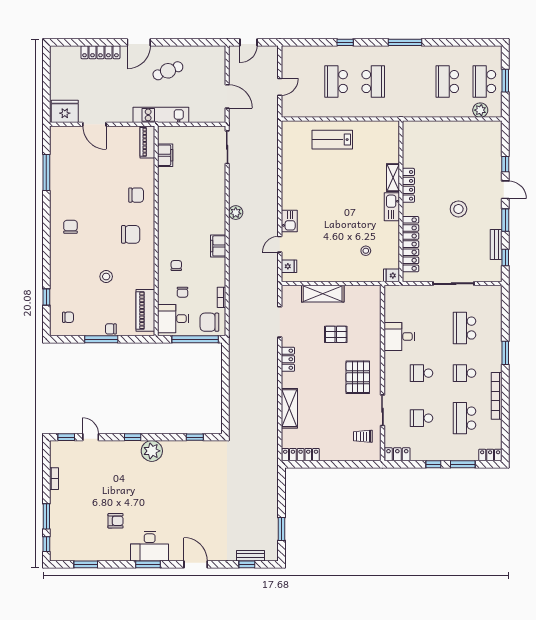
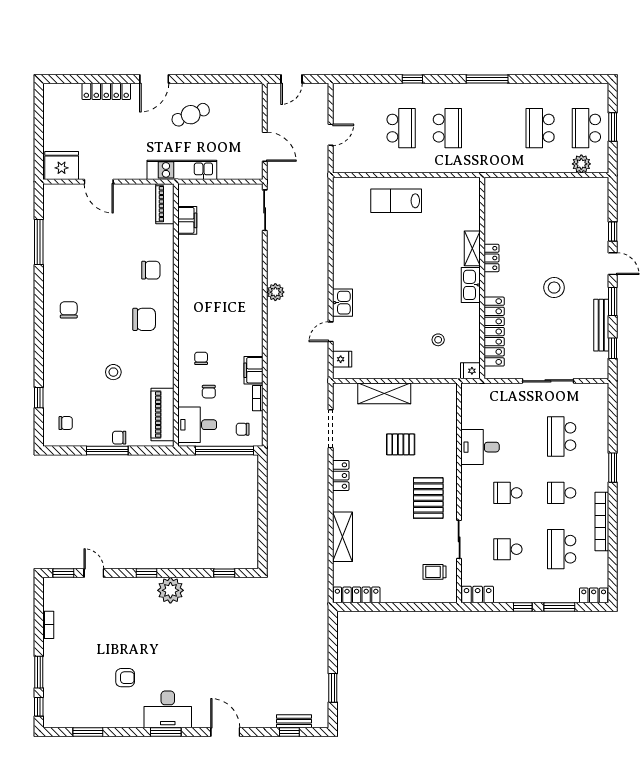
school desk: (336, 82) -> (401, 128), turned 180
locker: (408, 185) -> (491, 258), width x0.66
bench: (496, 245) -> (601, 325), width x1.36
filing cabinet: (218, 246) -> (253, 370), moved
chair: (209, 322) -> (243, 429), width x0.54, depth x0.54

